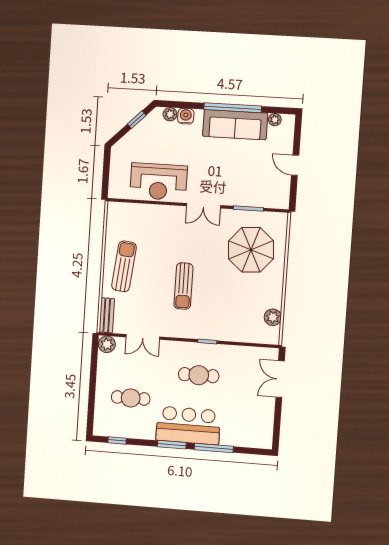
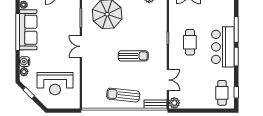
reception desk: (159, 182) -> (55, 84), moved, turned 90
double door: (203, 206) -> (81, 46), swing flipped
cafe table: (131, 398) -> (222, 93), moved

